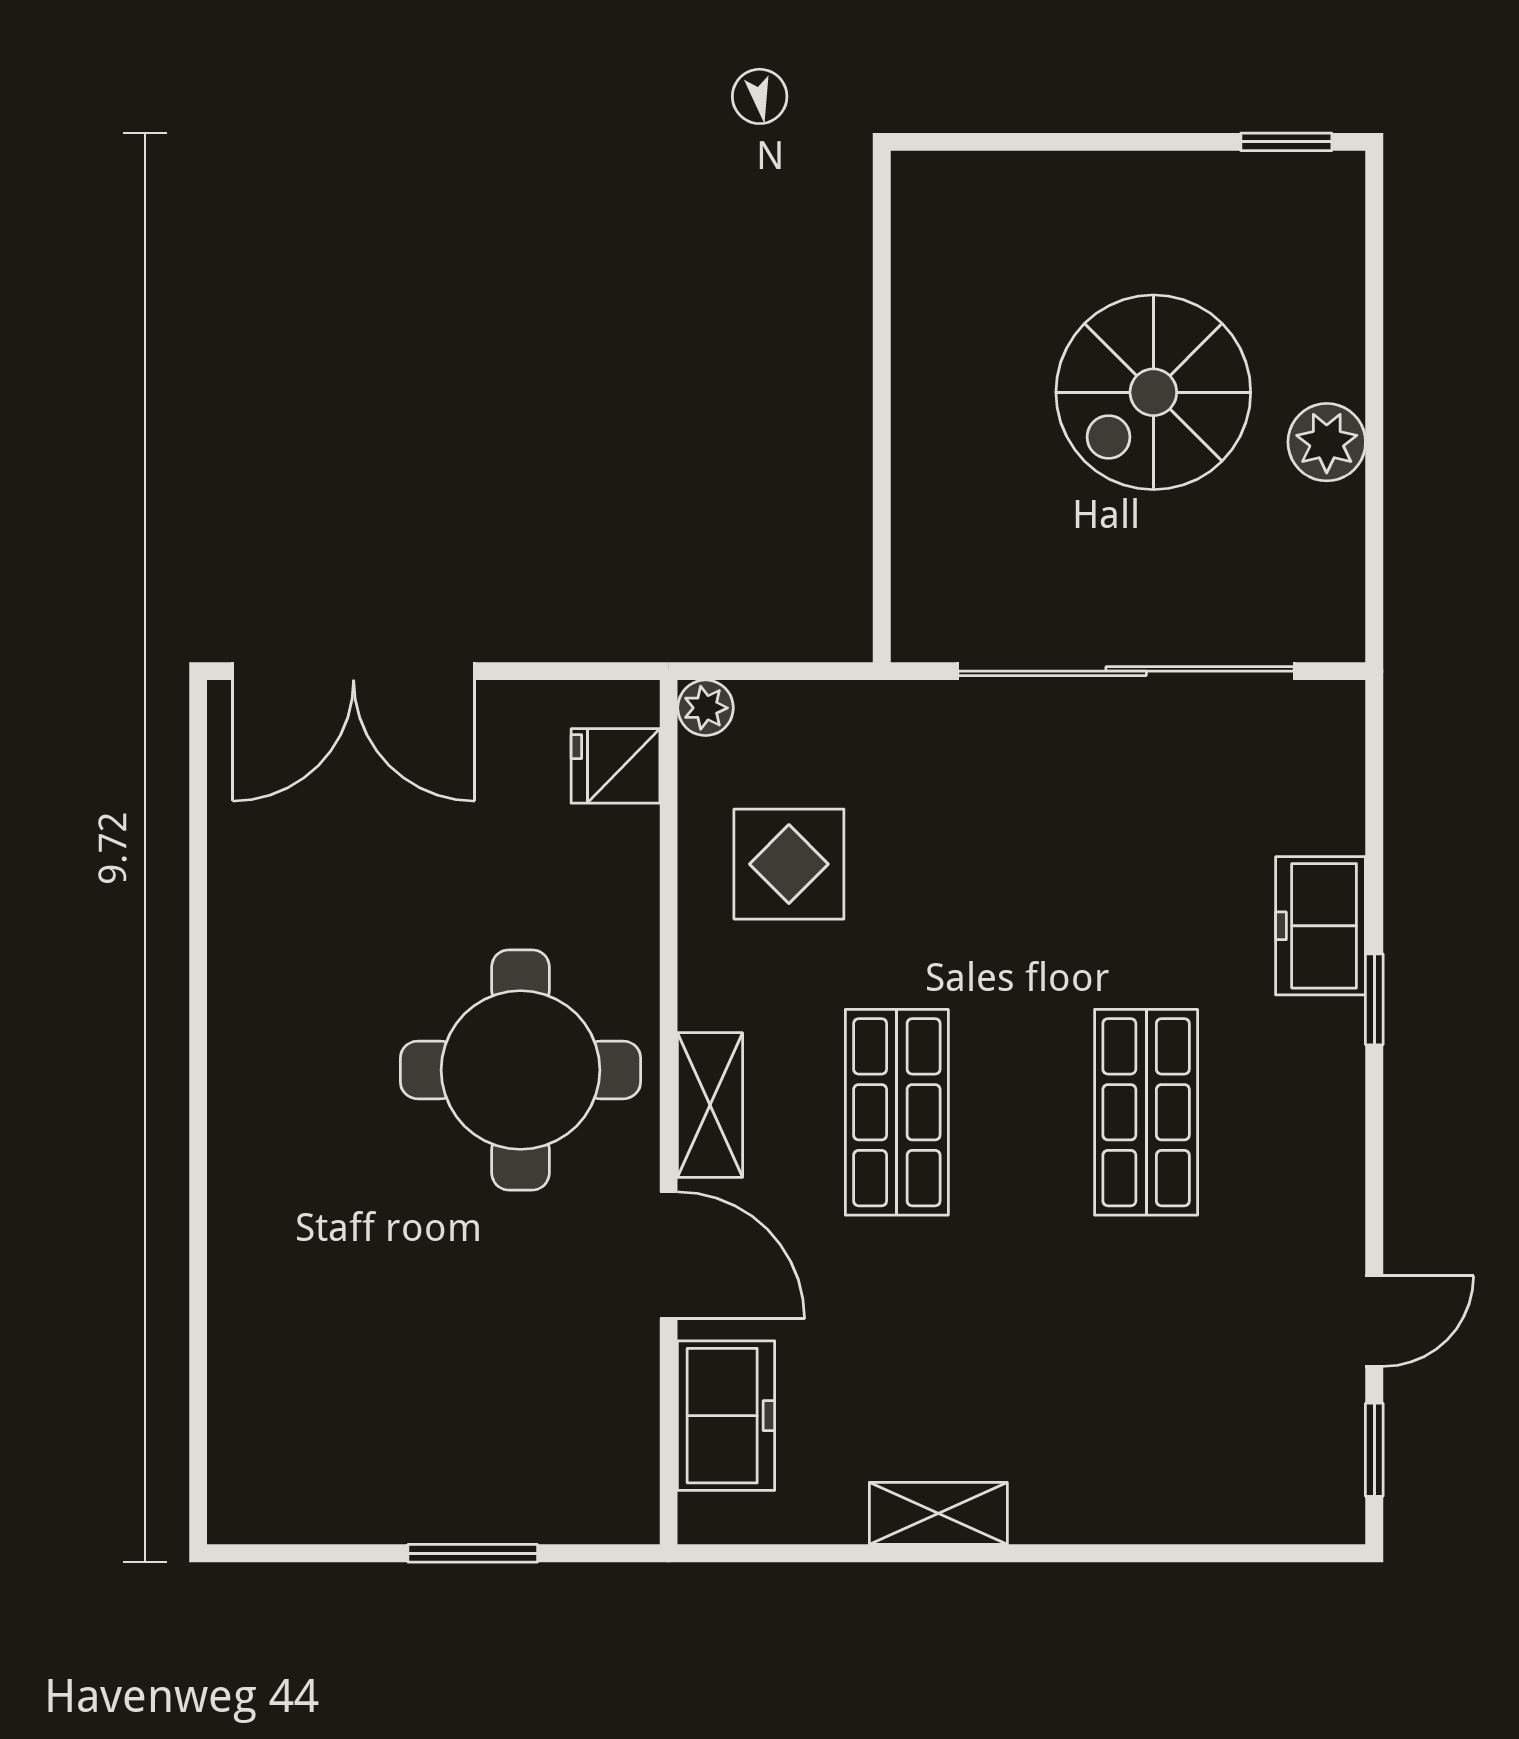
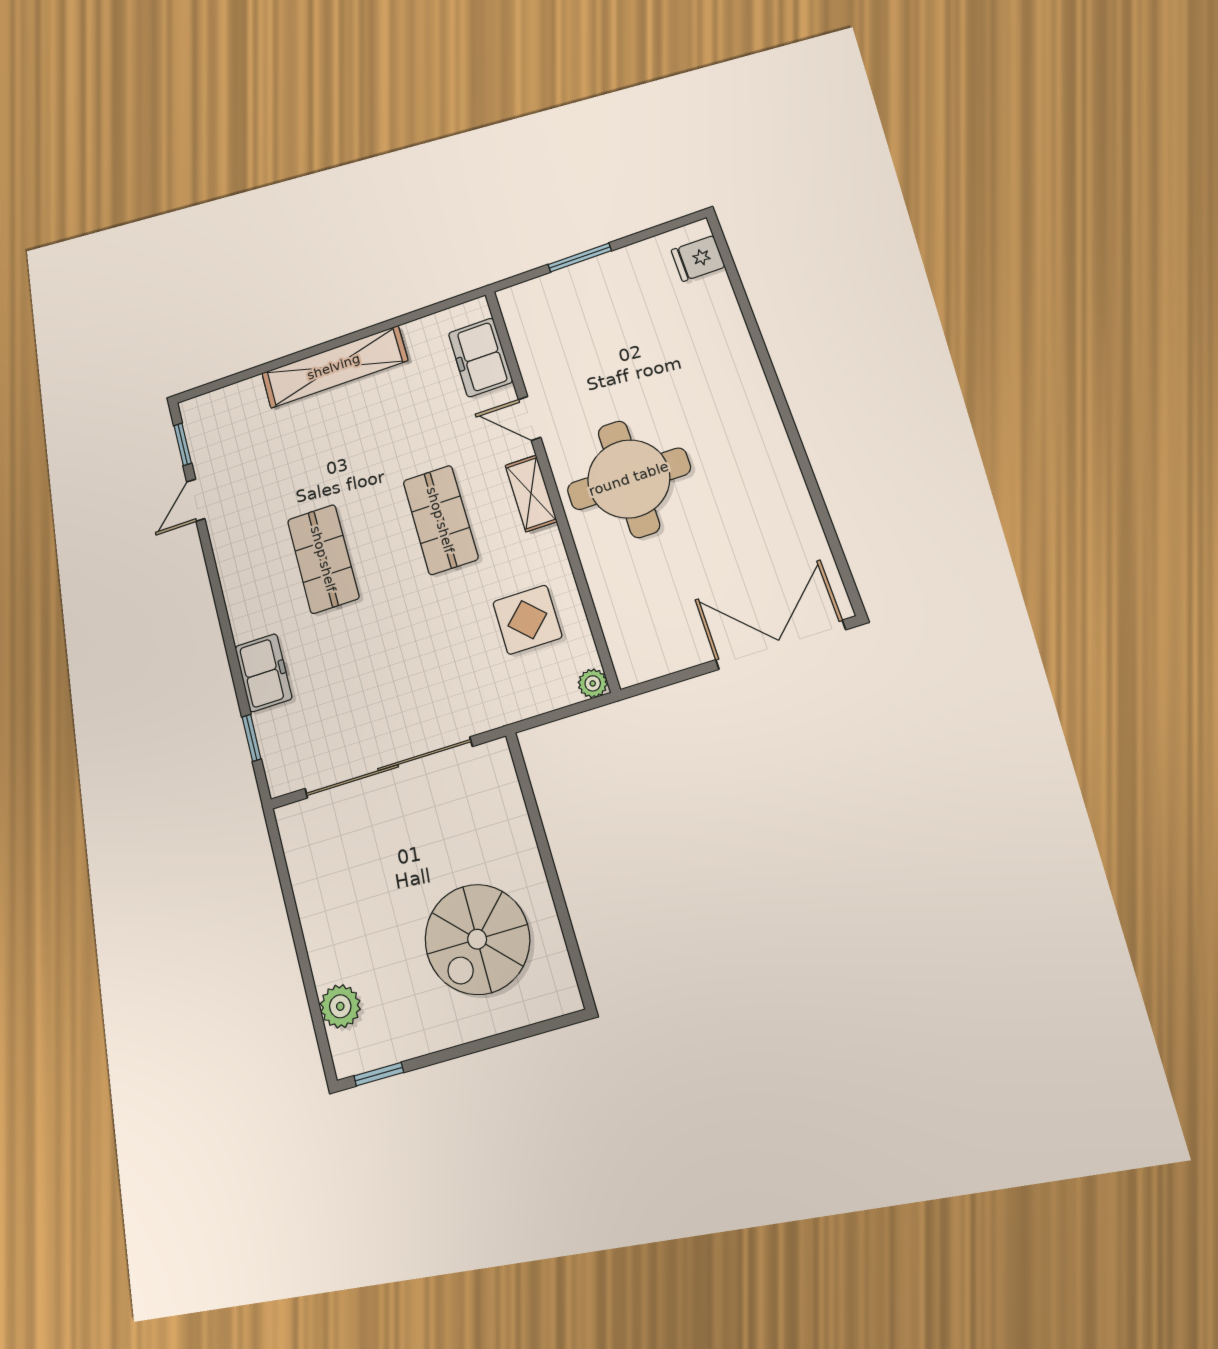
spiral stairs: (1153, 392) -> (477, 939), moved, turned 180
plant: (1327, 442) -> (340, 1006), moved
fridge: (615, 766) -> (698, 258), moved, turned 180
window: (1374, 999) -> (252, 738), moved
door: (669, 1255) -> (529, 418), width x0.73
shelving: (938, 1513) -> (334, 367), width x2.20, depth x1.33

